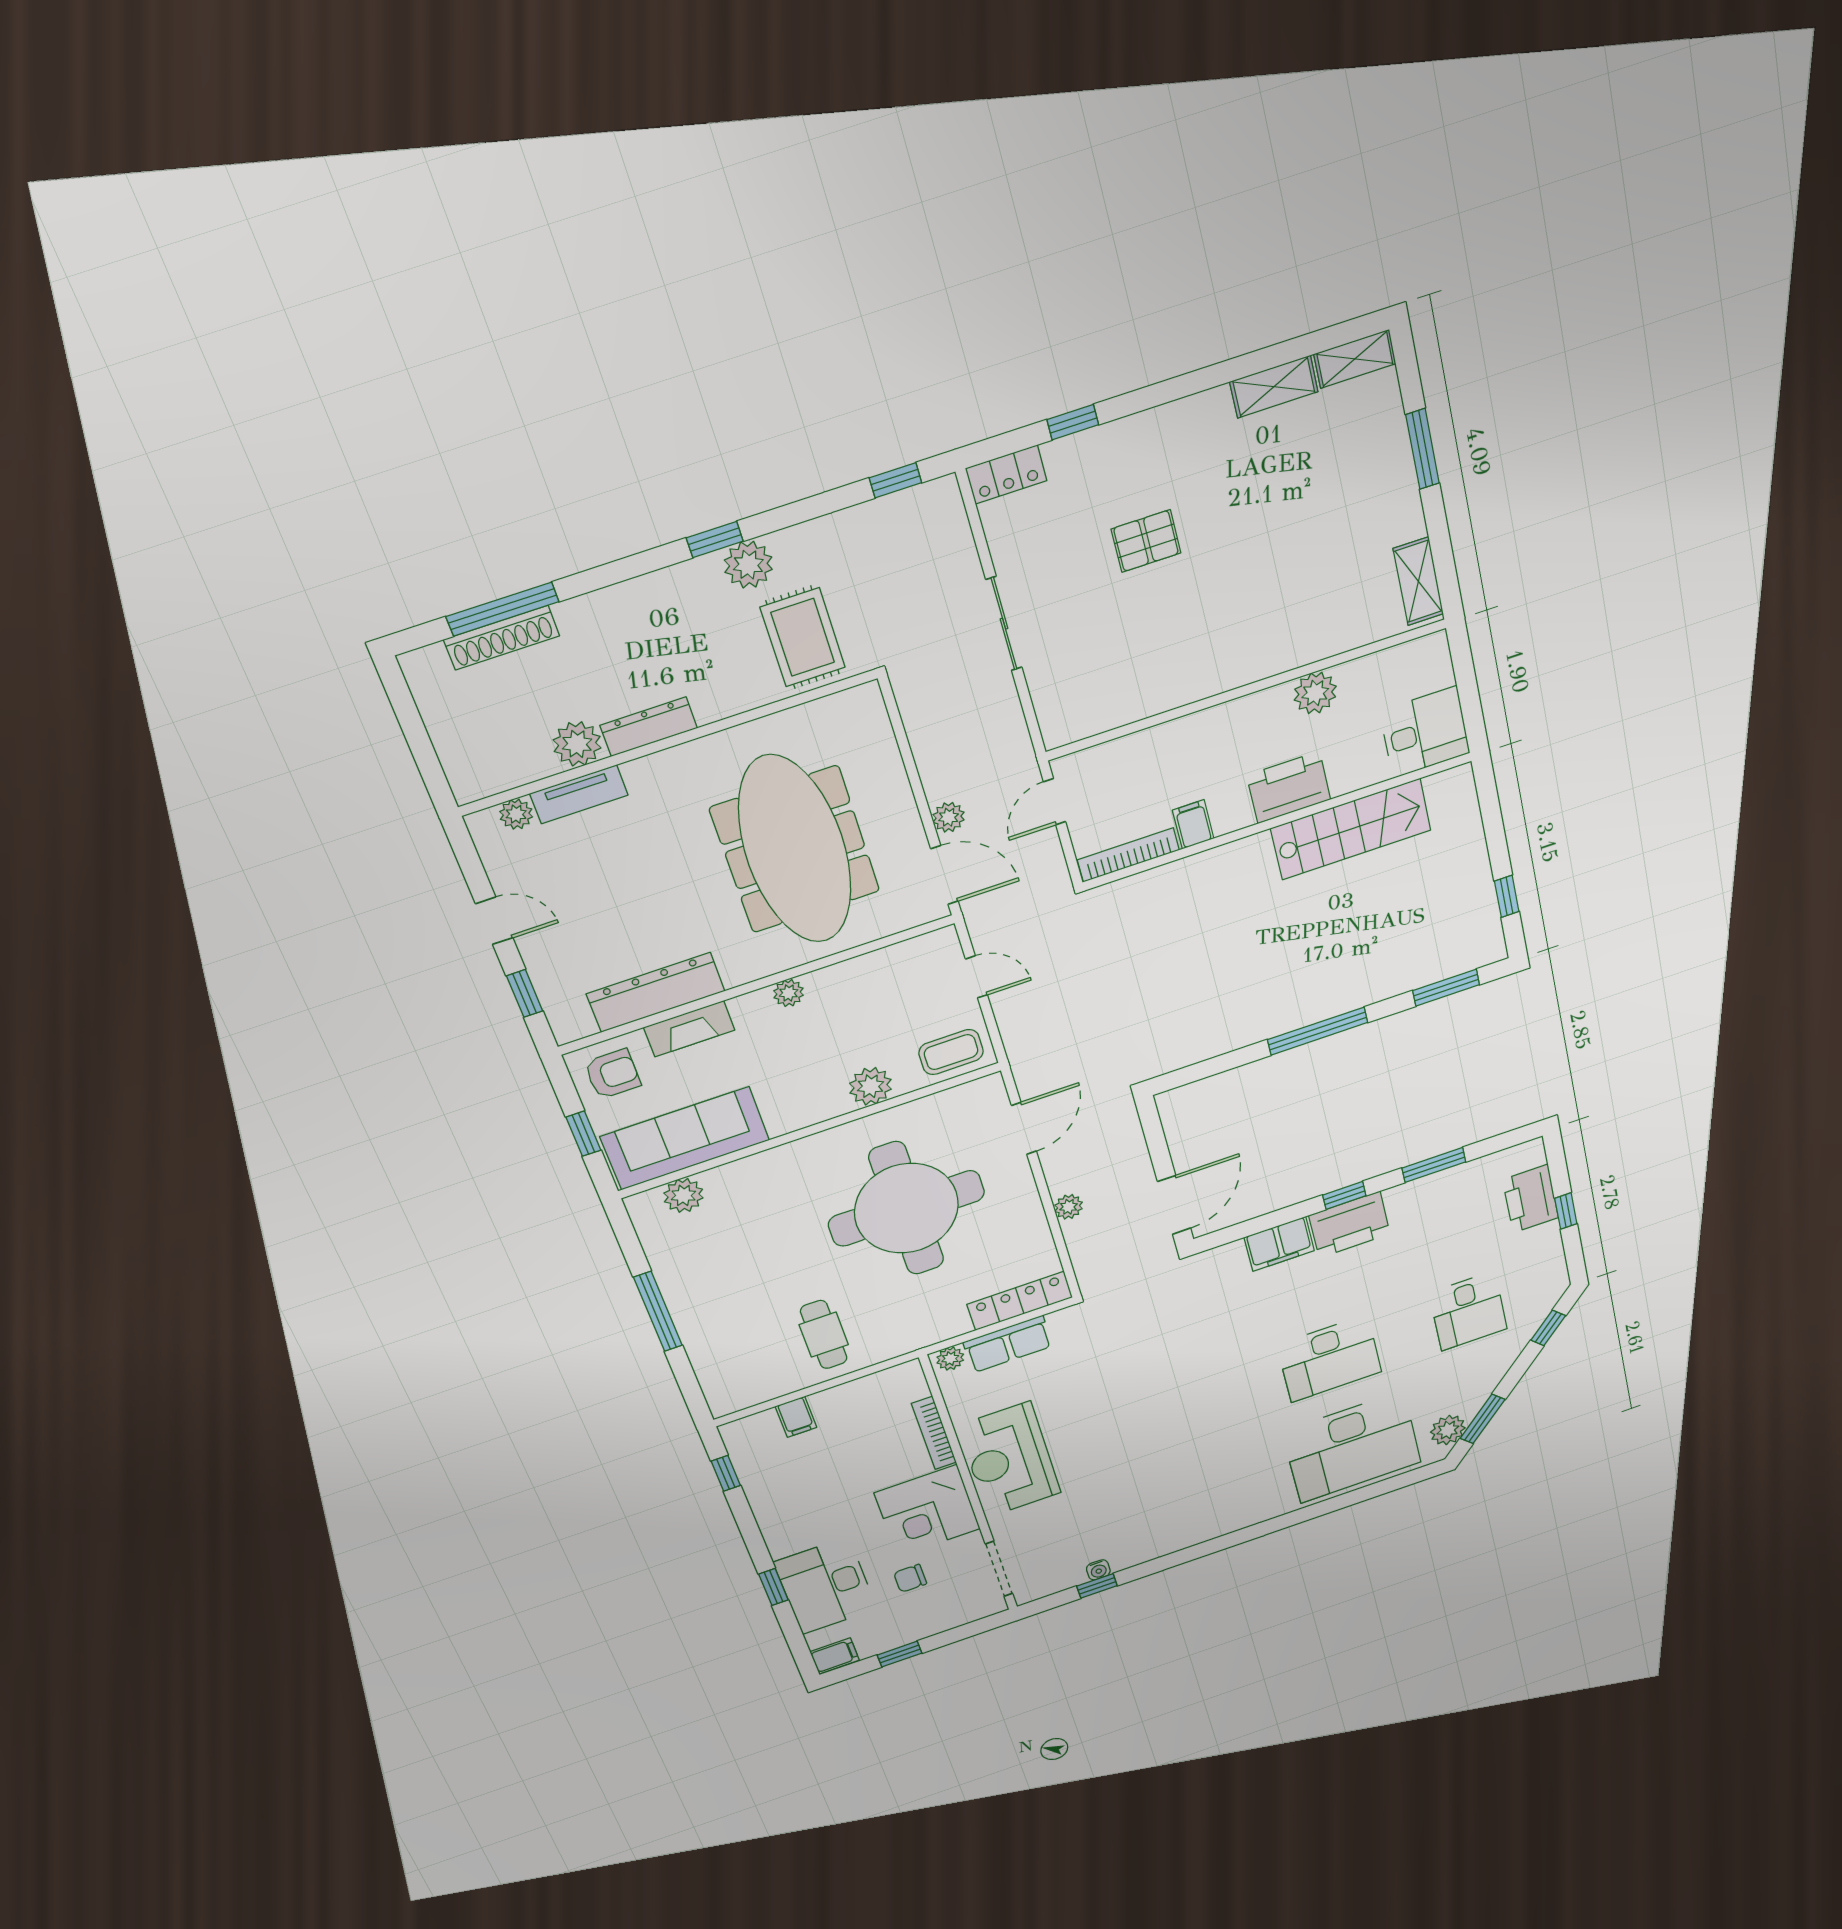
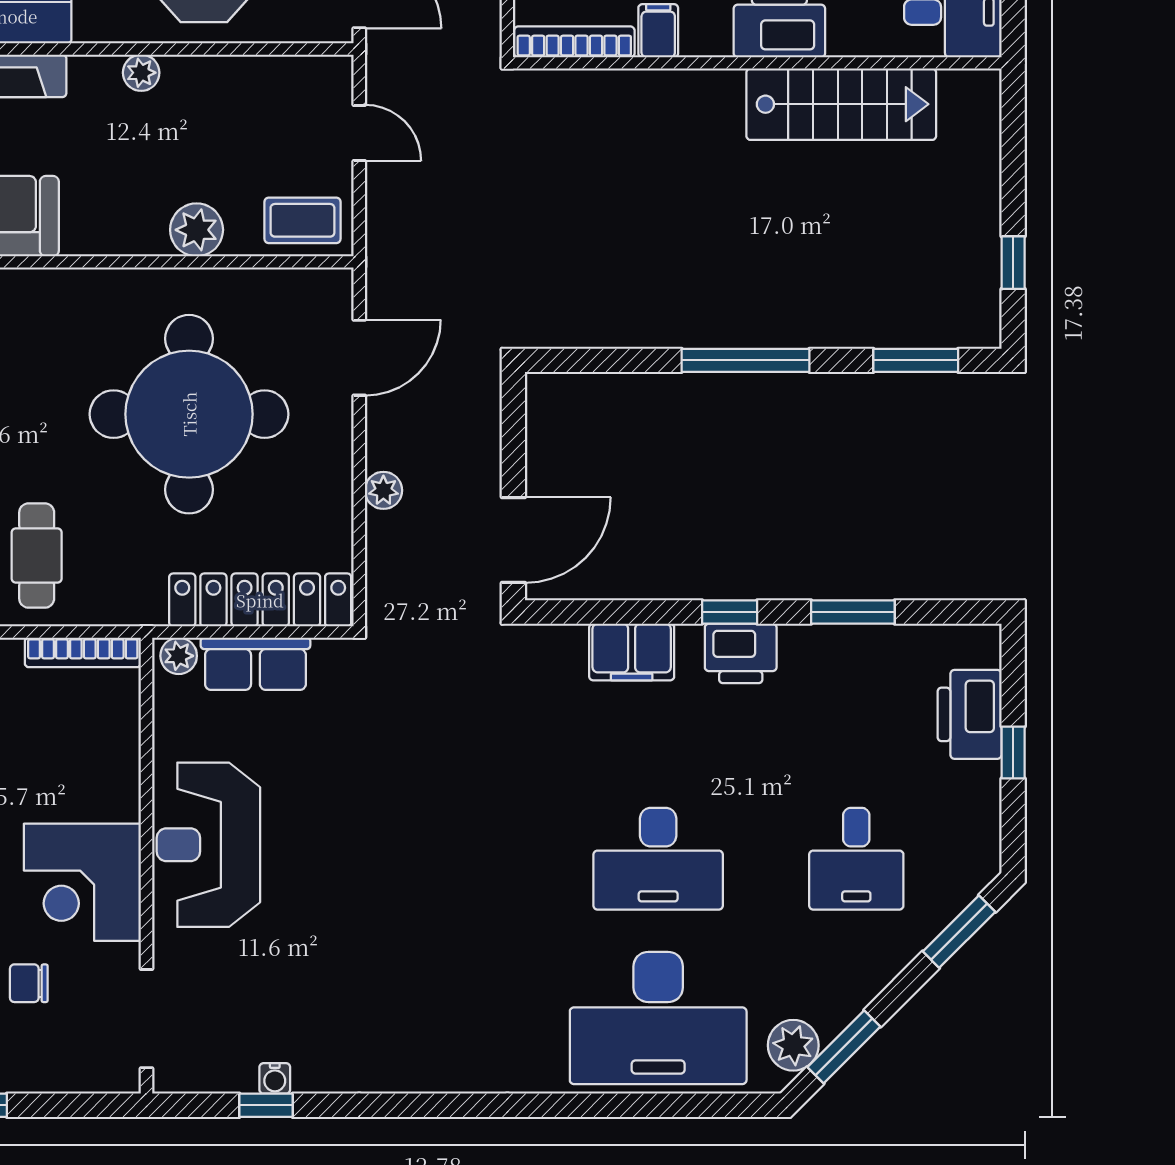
printer: (1350, 1225) -> (741, 653), width x0.73, depth x0.84
locker: (1020, 1301) -> (260, 600), width x1.41, depth x1.21
window: (1548, 1328) -> (959, 932), width x1.50
bookcase: (934, 1433) -> (83, 652), moved, turned -90

